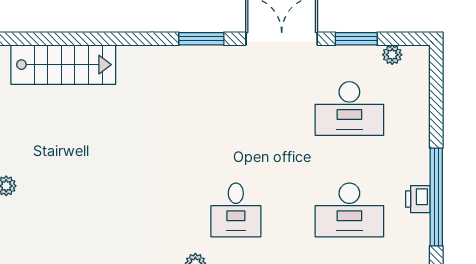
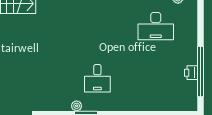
desk: (349, 210) -> (156, 78), removed

